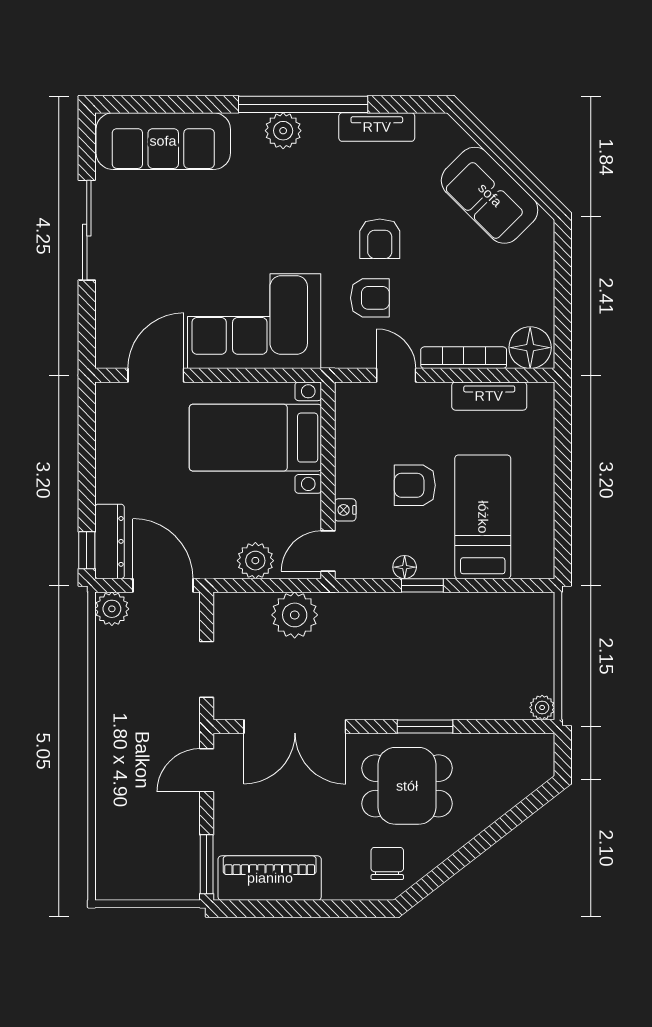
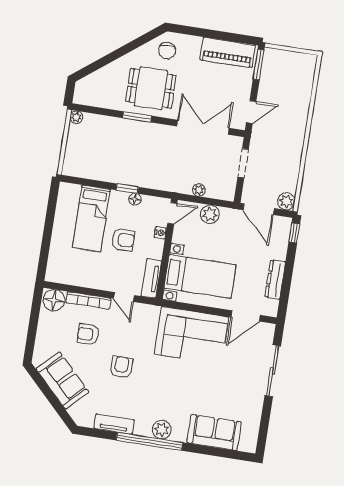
sofa: (163, 141) -> (214, 432), width x0.73
sliding door: (87, 230) -> (273, 371), moved
armchair: (370, 298) -> (88, 334), moved
tv unit: (489, 396) -> (151, 278), moved, turned -90
dresser: (110, 541) -> (275, 280), moved
plant: (295, 615) -> (199, 190), width x0.53, depth x0.53

